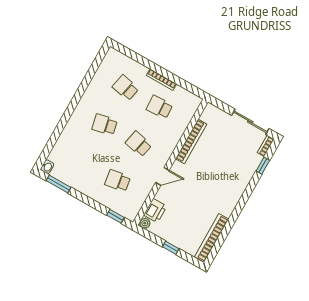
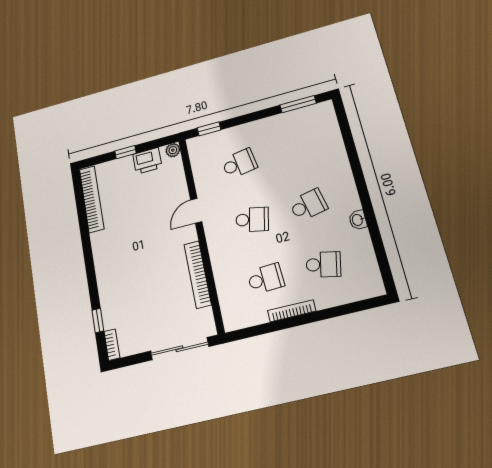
sliding door: (250, 122) -> (179, 349), moved
washbasin: (47, 167) -> (358, 220), moved
printer: (155, 211) -> (147, 161), moved, turned -90

